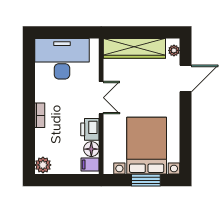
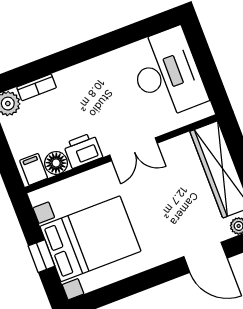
bookcase: (40, 115) -> (37, 87), moved
window: (146, 180) -> (42, 256), width x0.67

